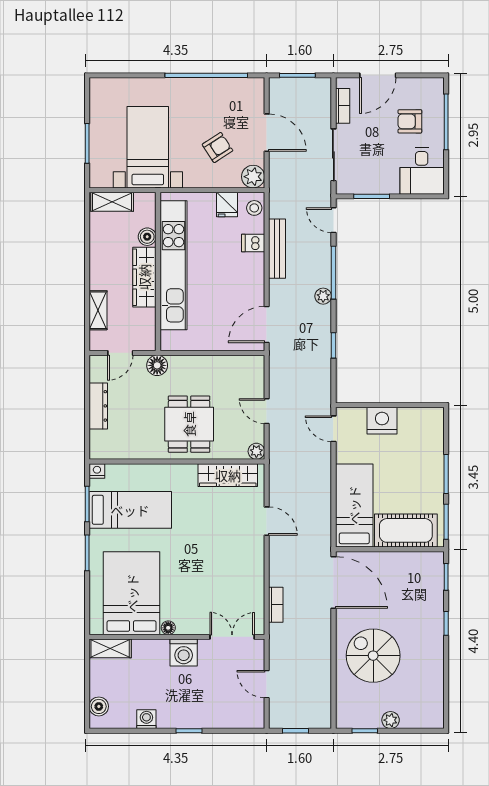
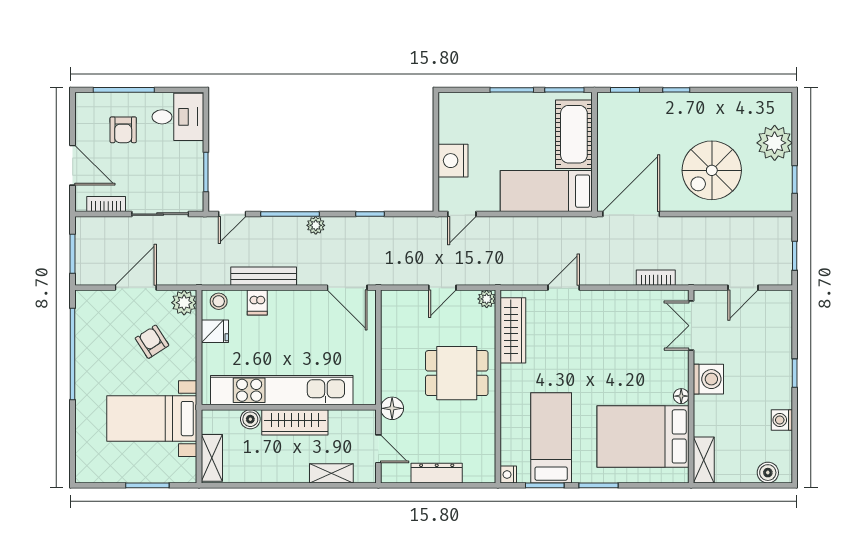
plant: (391, 720) -> (775, 143), width x1.88, depth x1.88

